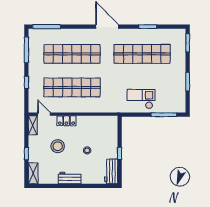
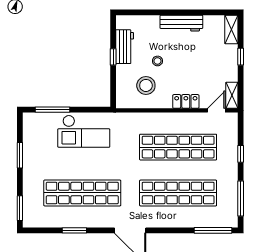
checkout: (141, 99) -> (84, 131), width x1.36, depth x1.21
door: (44, 114) -> (216, 110), swing flipped
stool: (58, 146) -> (146, 85), moved
workbench: (111, 171) -> (125, 47), moved
workbench: (70, 178) -> (181, 23), width x1.38

